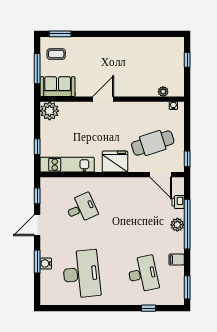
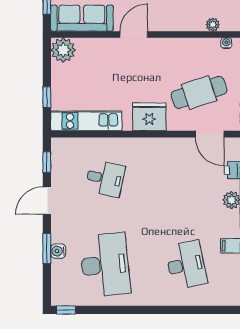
sofa: (58, 87) -> (82, 18), width x1.36
desk: (81, 208) -> (105, 178), turned 36
window: (148, 308) -> (66, 310), moved

